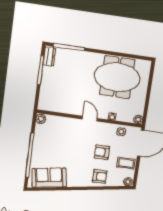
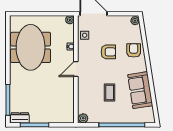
armchair: (102, 152) -> (108, 52), turned -90
coffee table: (126, 163) -> (110, 92), moved
sofa: (49, 178) -> (140, 90), moved

